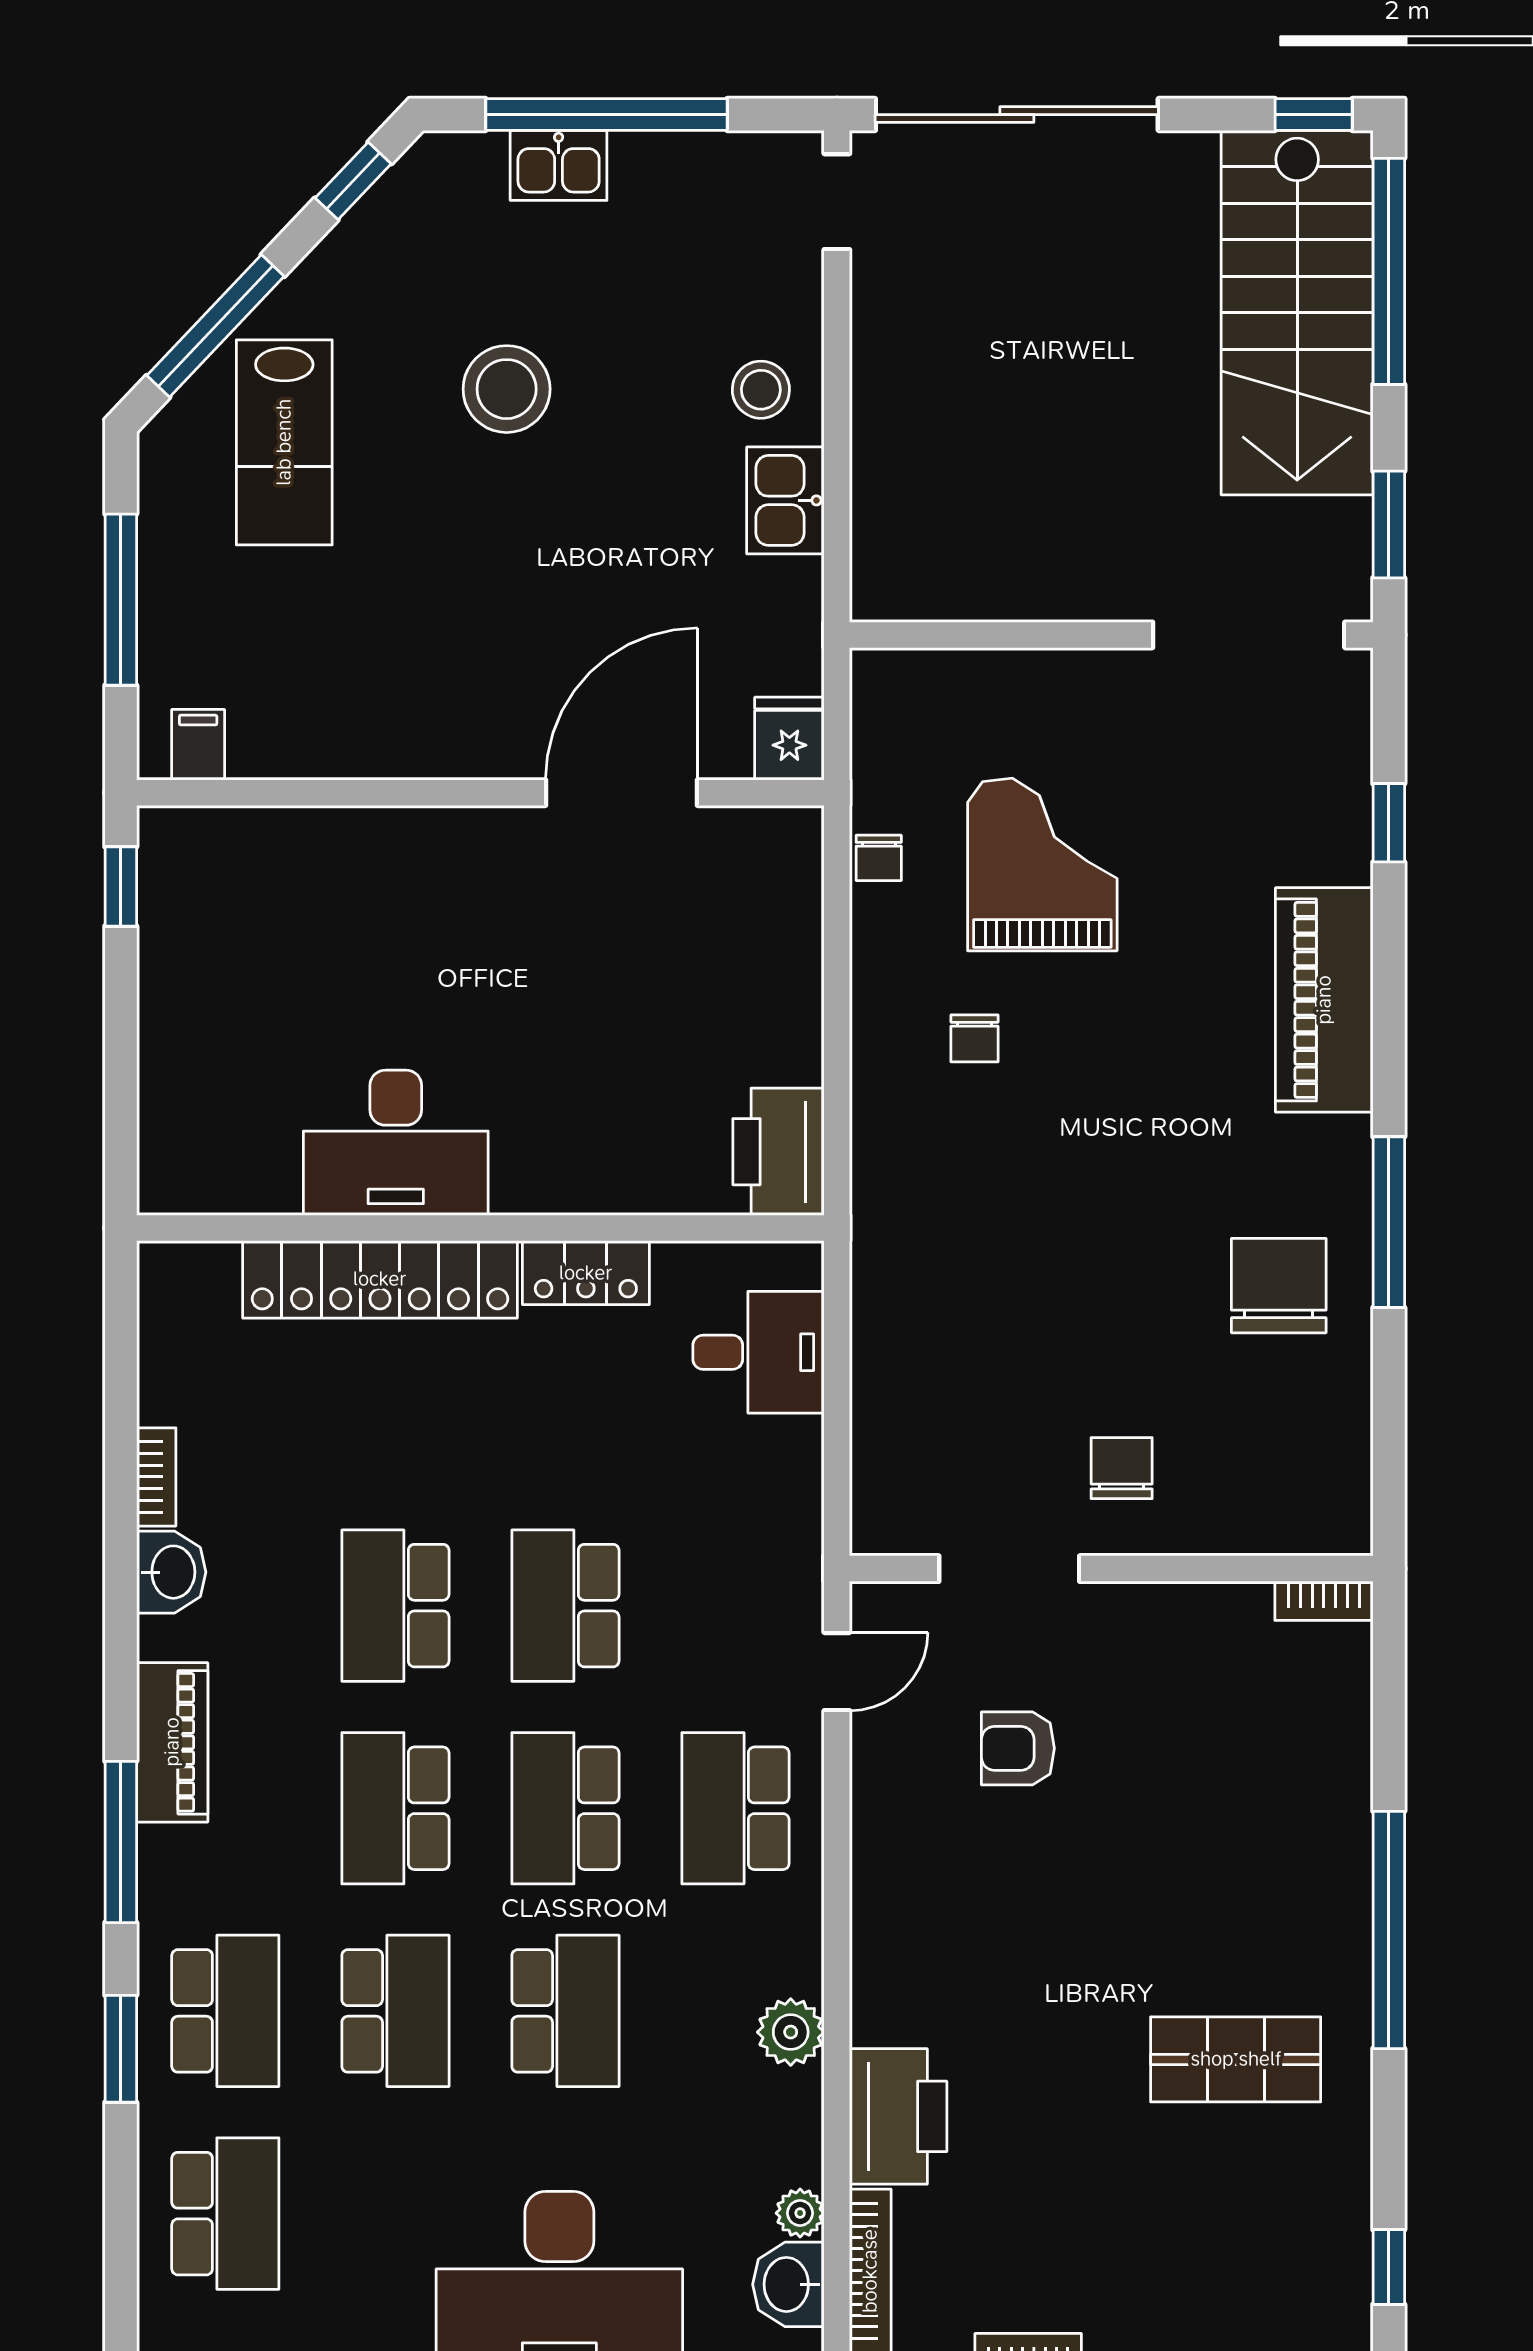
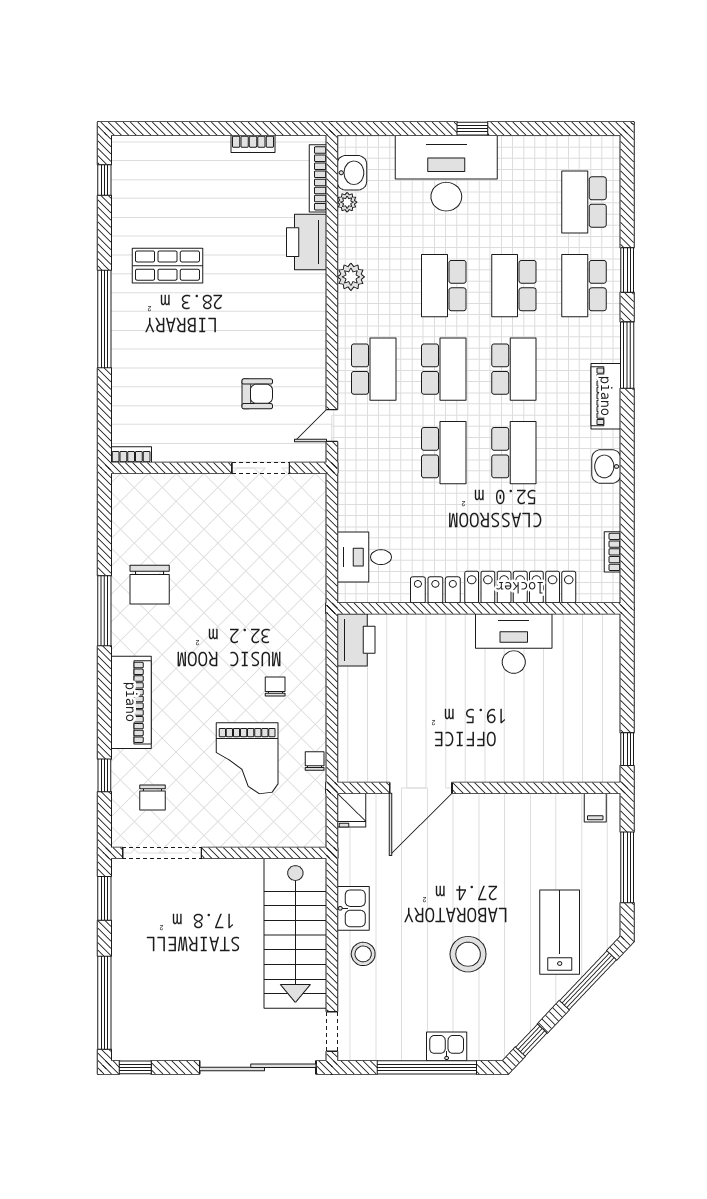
stairs: (1297, 313) -> (295, 933), moved, turned 180
chair: (1122, 1468) -> (152, 797), moved
bookcase: (156, 1477) -> (612, 552), moved

